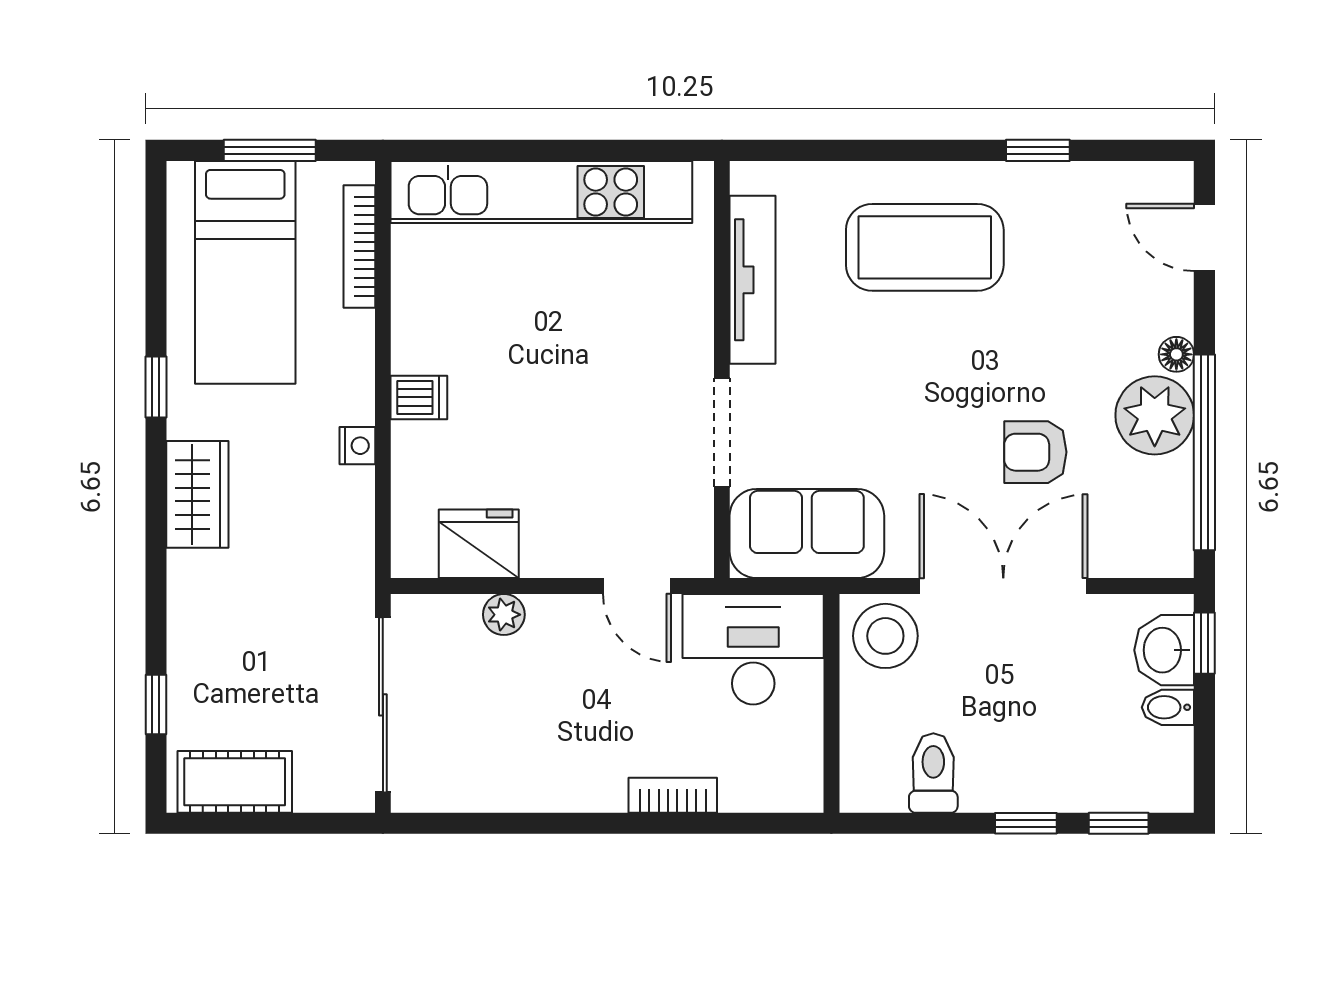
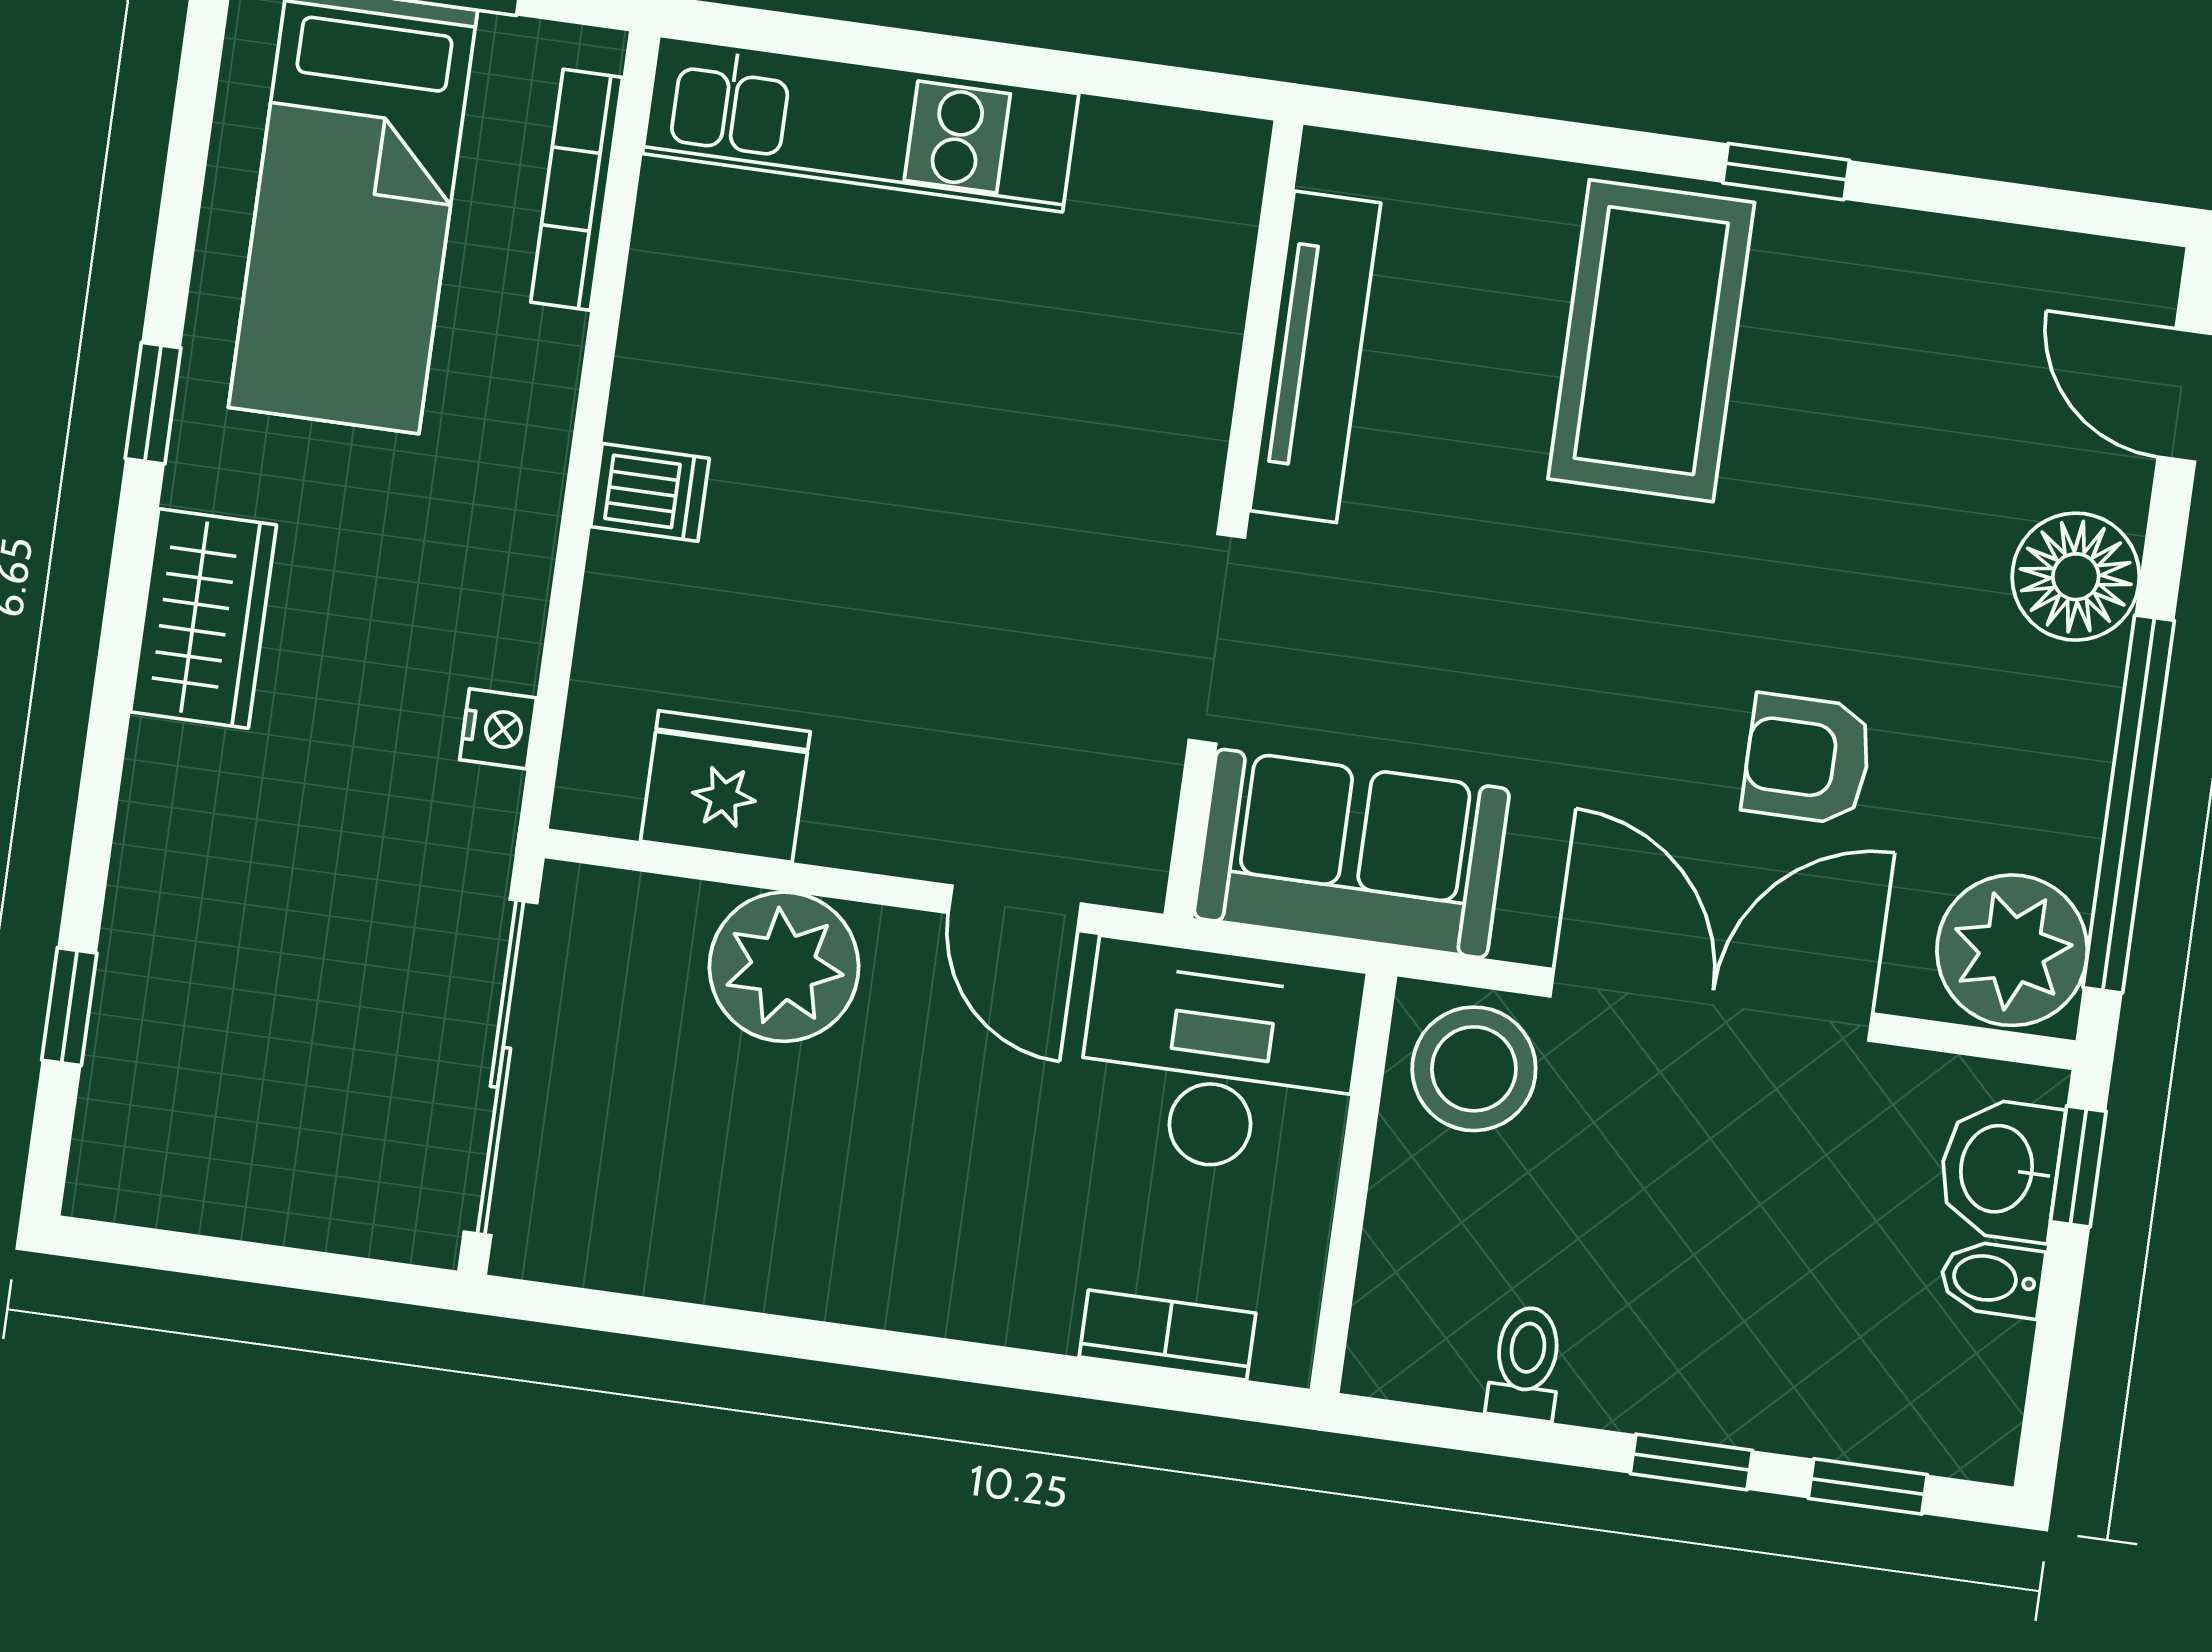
window: (1038, 150) -> (1786, 172), moved
kitchen unit: (541, 192) -> (861, 124), width x0.73
coffee table: (925, 247) -> (1651, 341), turned 90
floor lamp: (1176, 354) -> (2076, 577), width x1.89, depth x1.89
plant: (1155, 415) -> (2012, 950), moved
nightstand: (357, 446) -> (498, 729), moved
plant: (504, 615) -> (784, 967), width x1.88, depth x1.88
toilet: (933, 773) -> (1526, 1363), width x0.73, depth x0.72
cot: (235, 782) -> (198, 1174), removed
bookcase: (673, 795) -> (1168, 1335), moved

